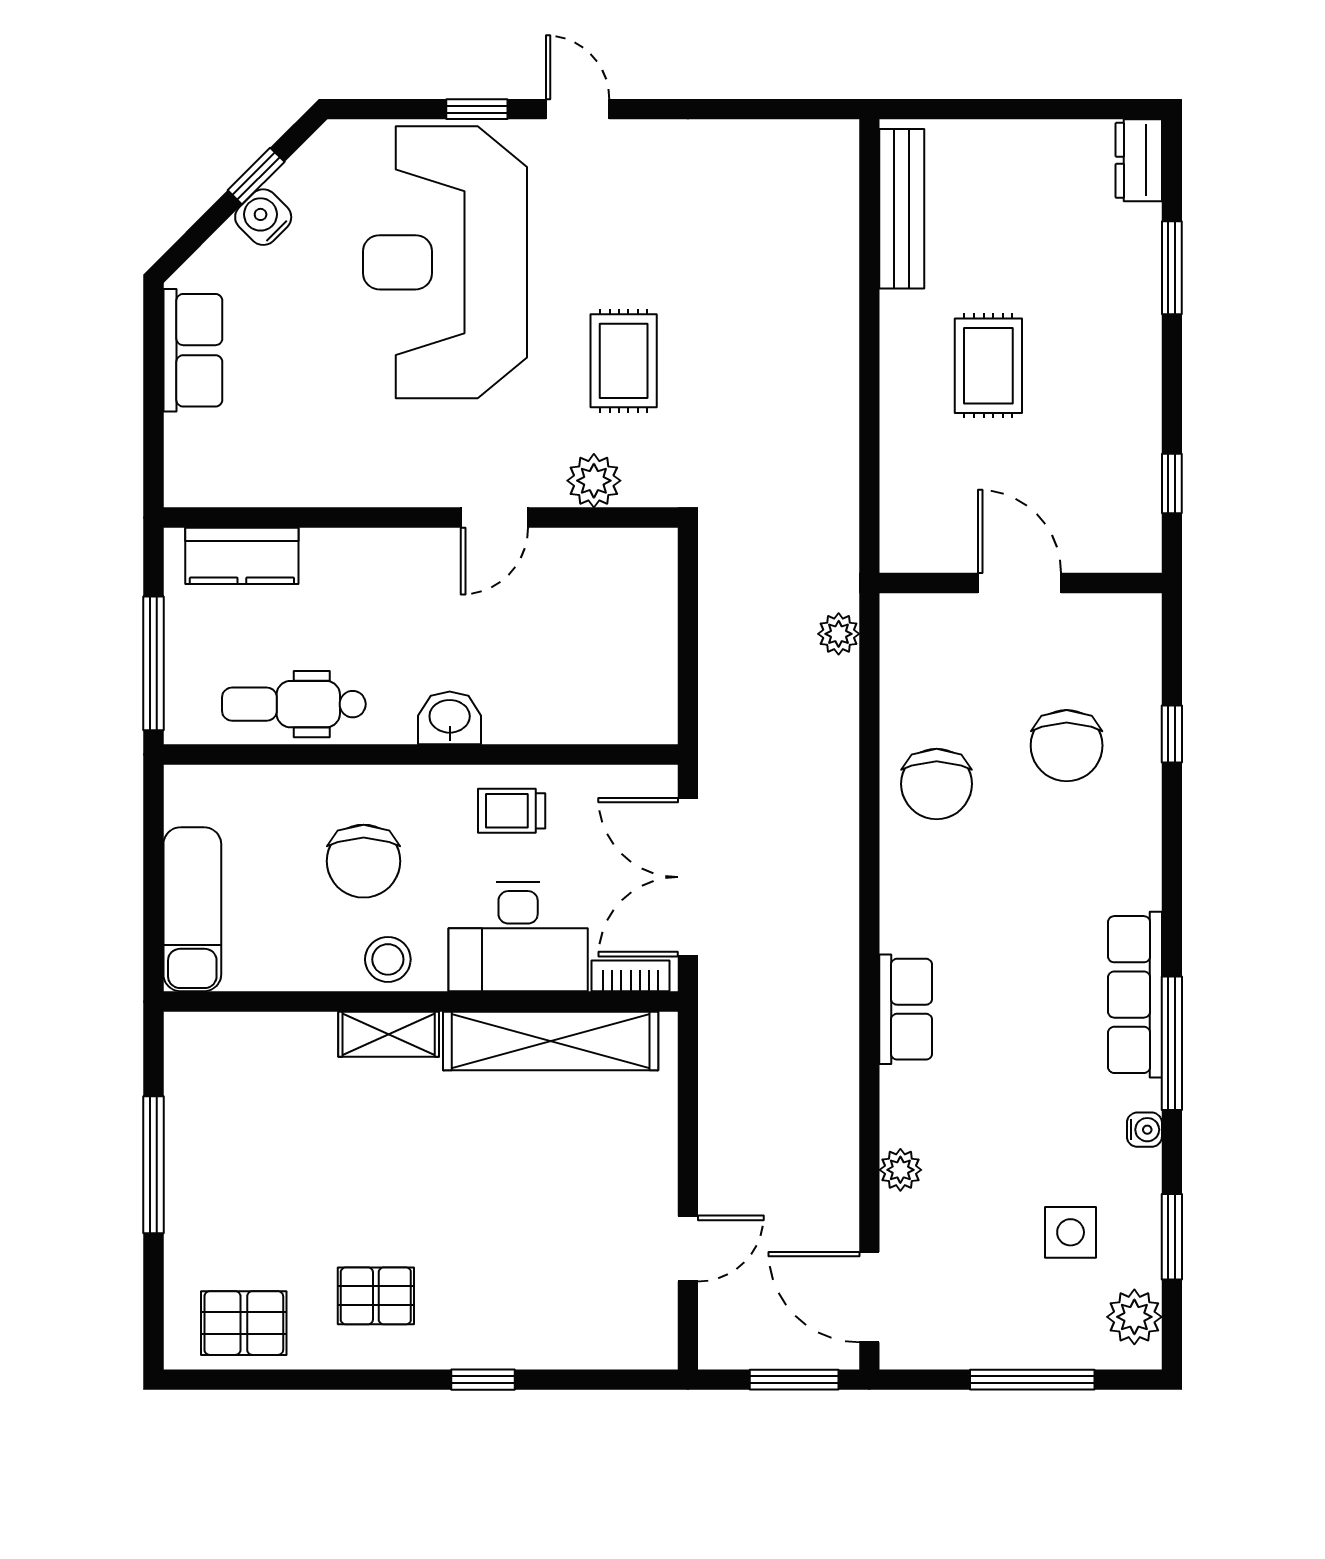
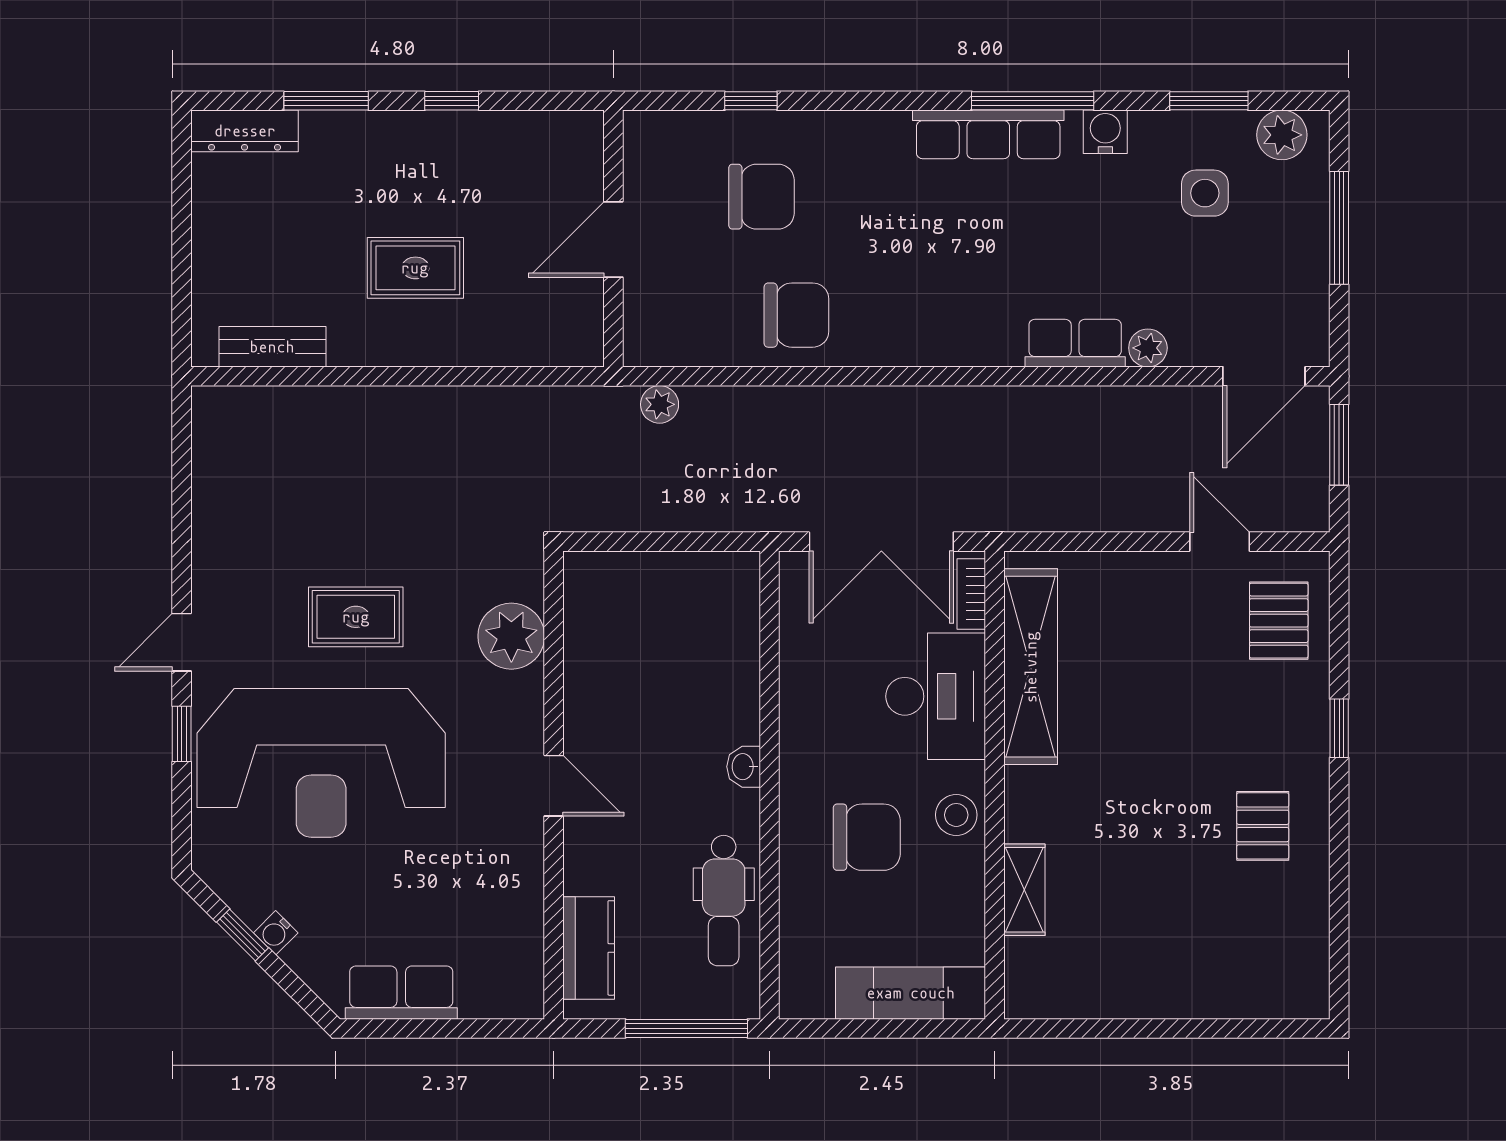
dresser: (1139, 160) -> (245, 131), width x1.44
bench: (902, 209) -> (272, 347), width x0.73
water cooler: (263, 217) -> (276, 933), width x0.72, depth x0.72
rug: (624, 361) -> (356, 617), moved
plant: (594, 481) -> (511, 636), width x1.36, depth x1.36
window: (1172, 484) -> (452, 101), moved
door: (494, 518) -> (554, 786), moved
washbasin: (450, 718) -> (744, 767), width x0.72, depth x0.69
trolley: (512, 811) -> (821, 702), removed
row of seats: (906, 1009) -> (1075, 343), moved
shelving: (389, 1034) -> (1024, 890), moved
water cooler: (1144, 1130) -> (1105, 132), width x1.38, depth x1.38
window: (153, 1165) -> (1143, 1029), removed
pallet: (244, 1323) -> (1279, 621), moved

